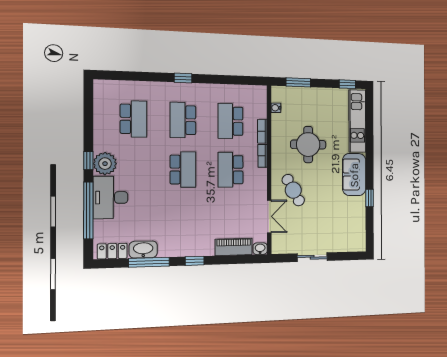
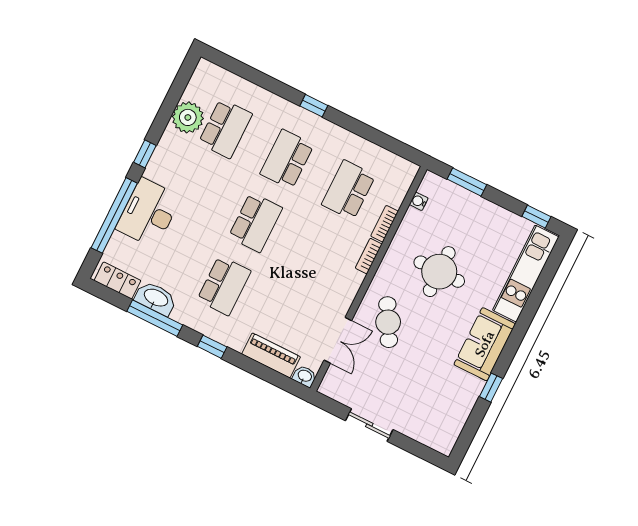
plant: (105, 164) -> (188, 117), moved
school desk: (231, 170) -> (224, 286), moved, turned 180

